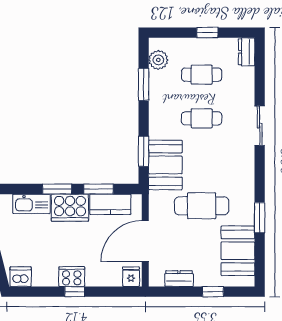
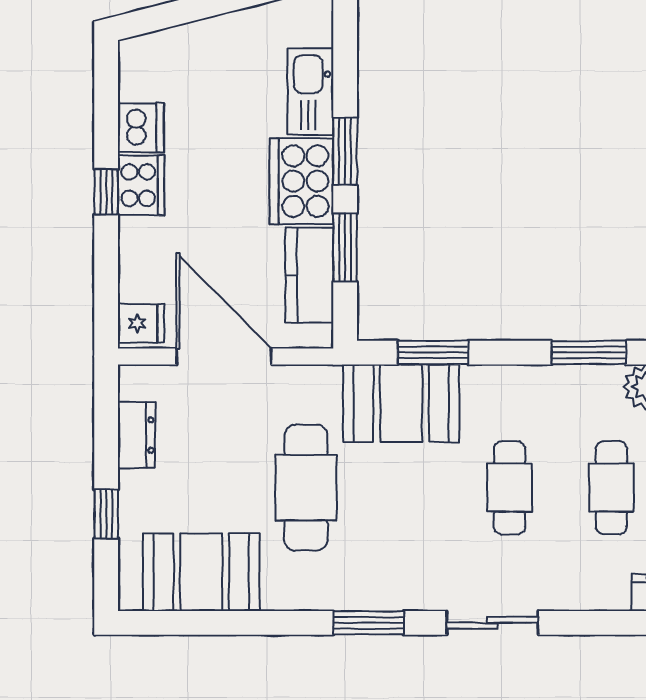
window: (260, 218) -> (369, 623), moved
dishwasher: (21, 277) -> (141, 128), moved

